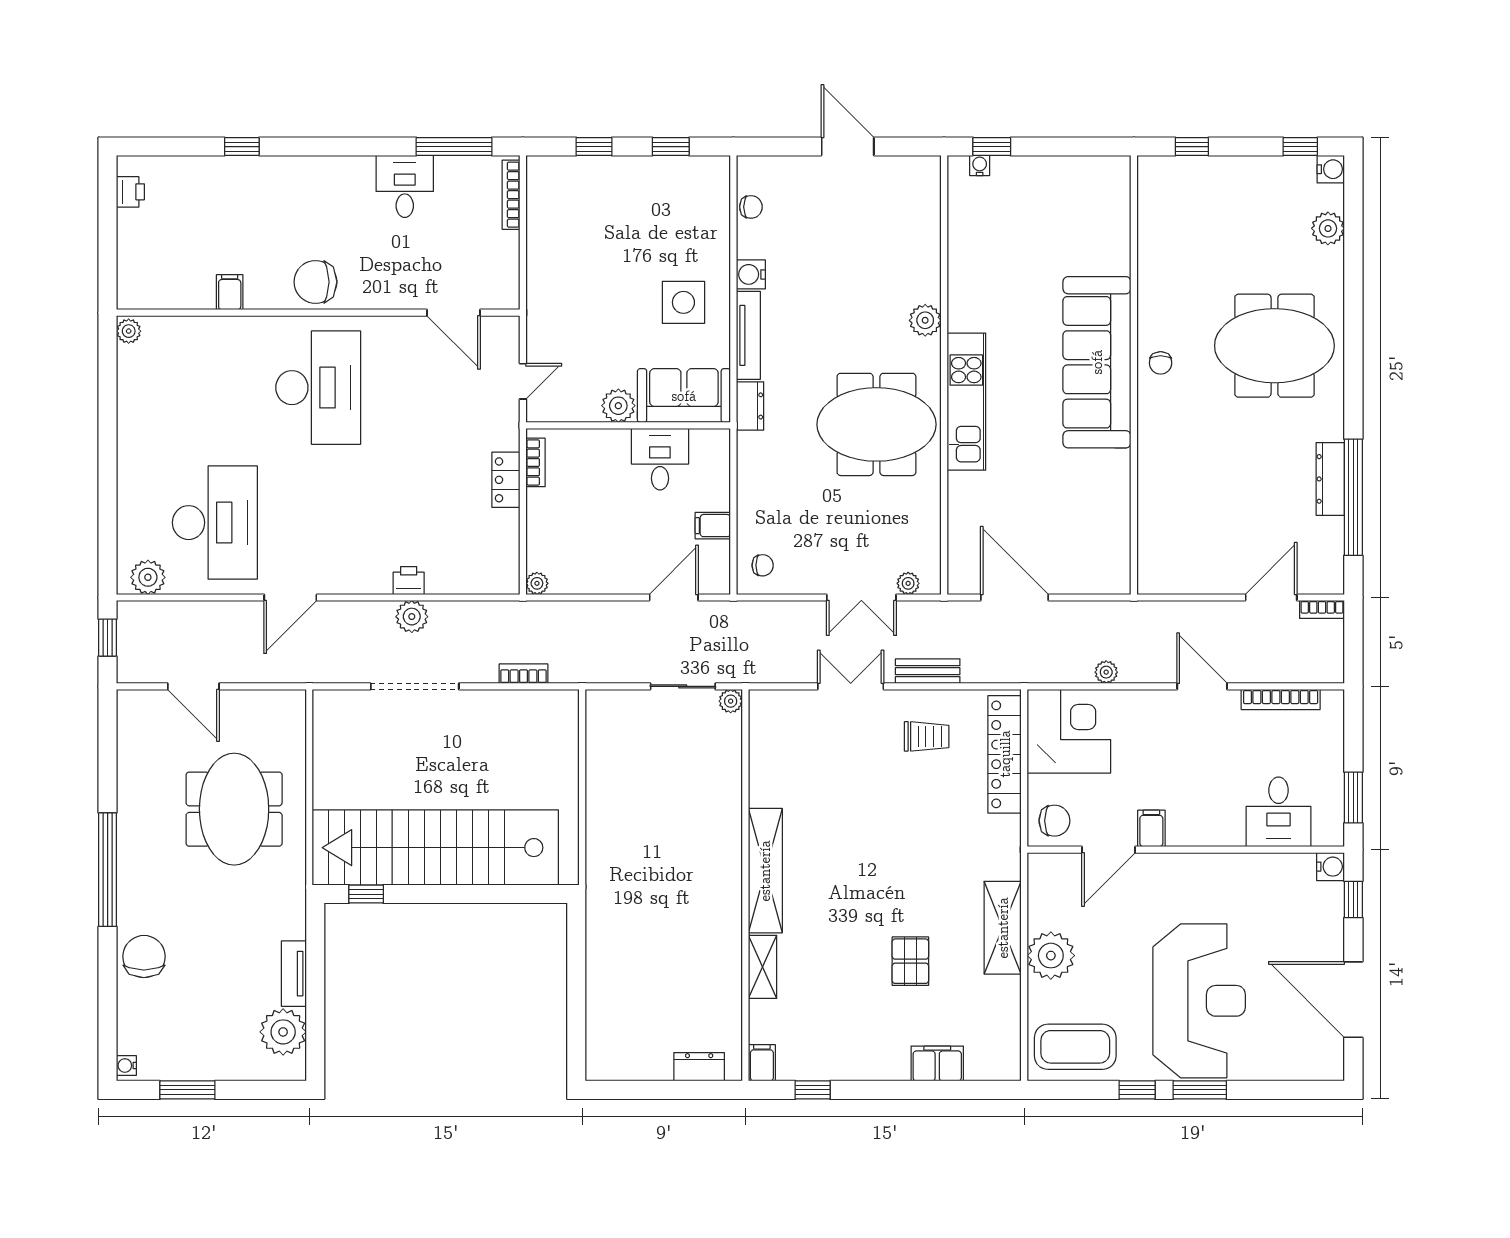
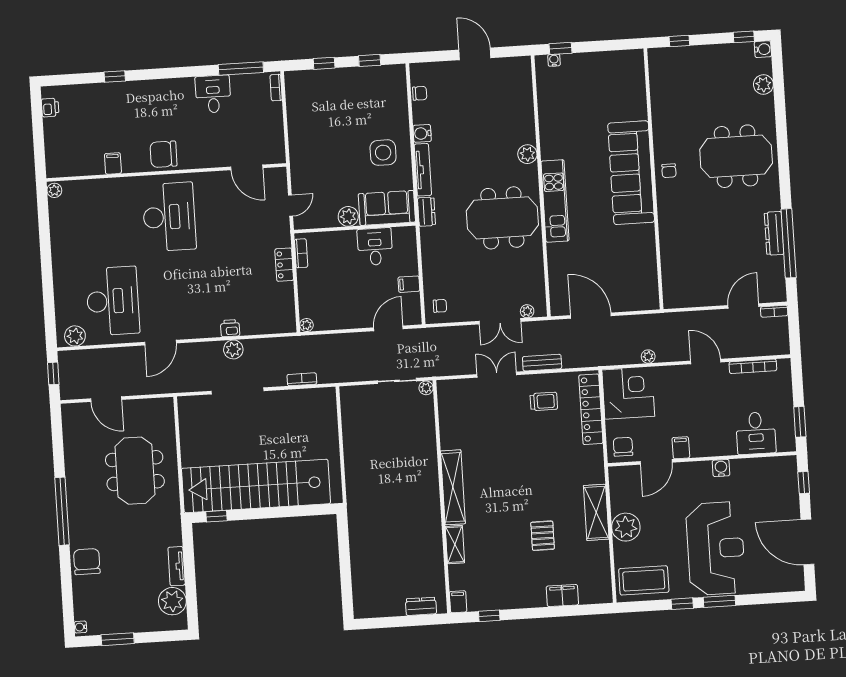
bookcase: (511, 195) -> (276, 88), width x0.64
chair: (1054, 821) -> (623, 447), turned -90
water cooler: (1331, 867) -> (721, 468), moved, turned -90

